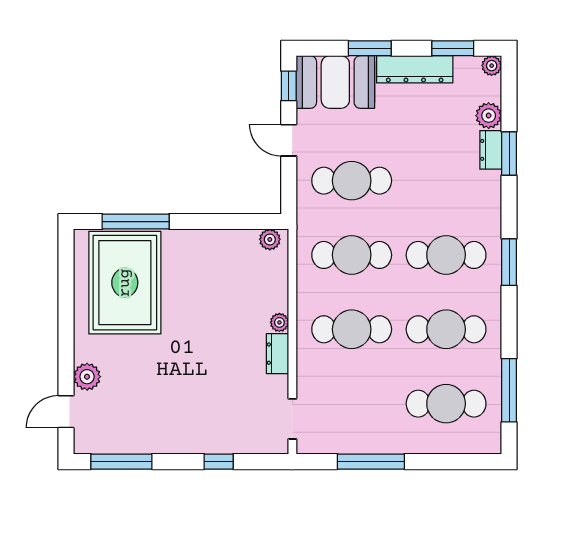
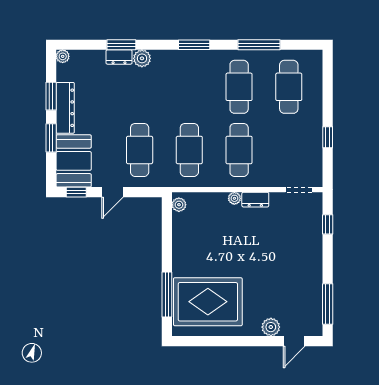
window: (453, 48) -> (51, 96), moved
plant: (489, 116) -> (142, 58), moved
cafe table: (446, 255) -> (189, 87), removed
window: (509, 390) -> (259, 45), moved
door: (66, 412) -> (294, 341), hinge flipped
window: (219, 462) -> (328, 224), moved
window: (371, 462) -> (328, 137), width x0.46

